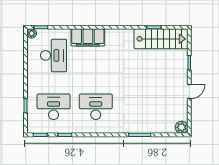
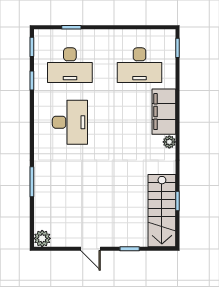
plant: (32, 33) -> (169, 142), moved
desk: (54, 107) -> (70, 65), turned 90

